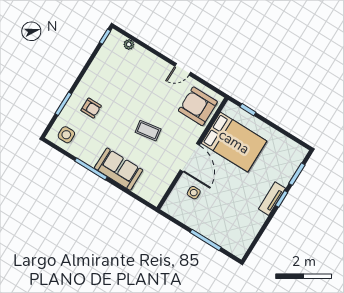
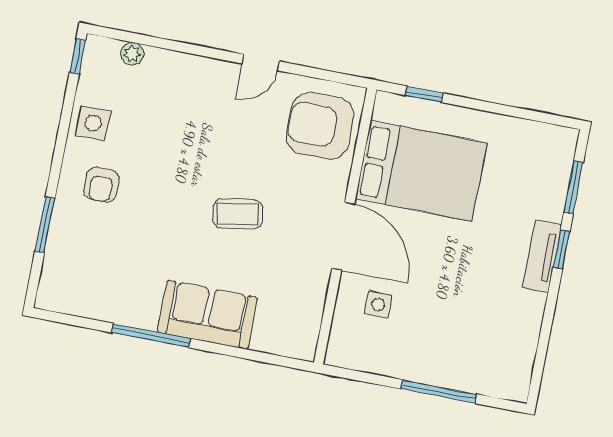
armchair: (91, 108) -> (101, 185), moved, turned 90
side table: (66, 135) -> (93, 123), moved

